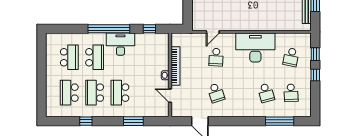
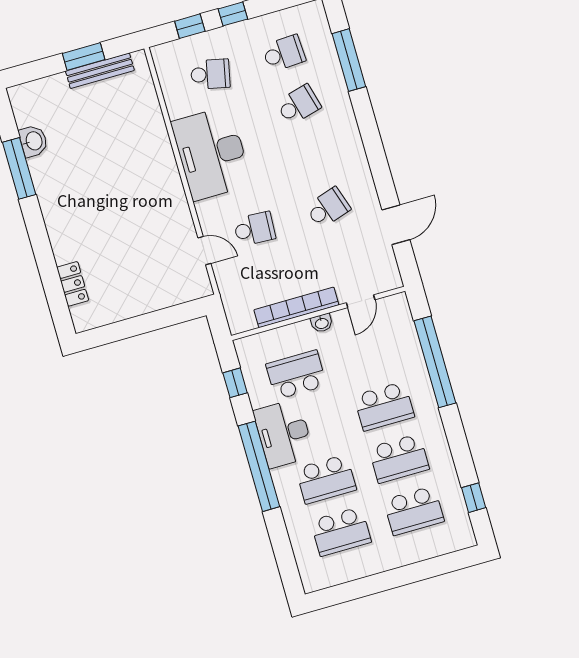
school desk: (69, 57) -> (341, 531), turned 180
school desk: (95, 57) -> (326, 479), turned 180
school desk: (145, 57) -> (296, 375), added
window: (86, 121) -> (474, 498), moved
window: (133, 121) -> (435, 362), width x2.11

